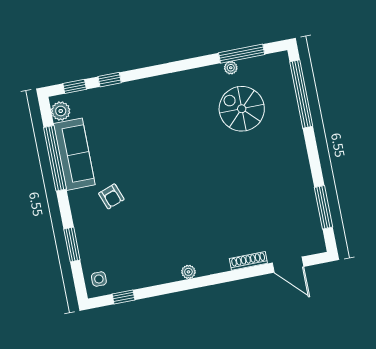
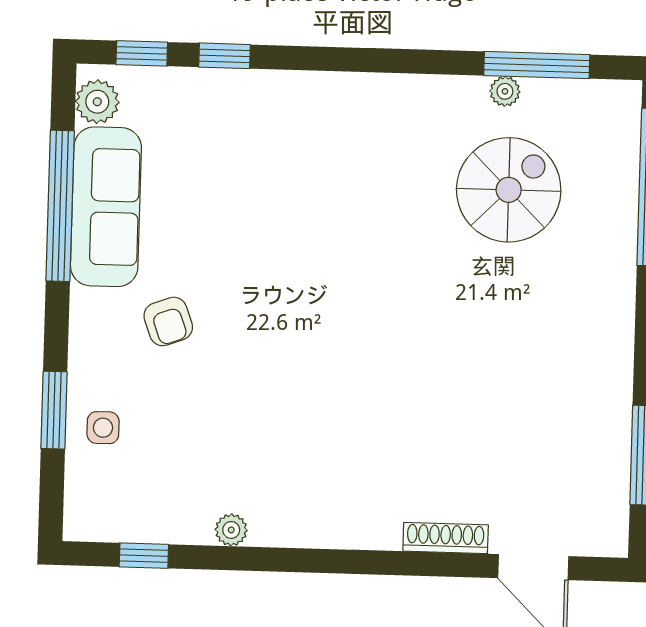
spiral stairs: (242, 109) -> (509, 190), turned 90
plant: (188, 272) -> (231, 530), moved
side table: (99, 279) -> (103, 428), moved

